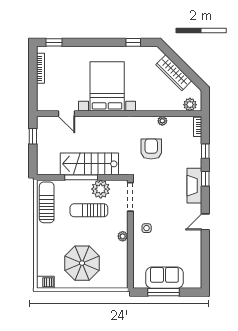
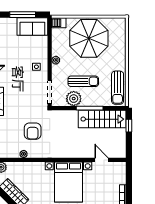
window: (33, 136) -> (129, 126), moved
stairs: (89, 164) -> (102, 119), moved
parasol: (82, 263) -> (89, 38), width x1.36, depth x1.36
sofa: (164, 278) -> (32, 26), moved
barbecue: (45, 282) -> (59, 23), moved

